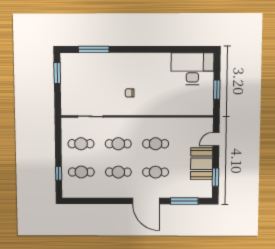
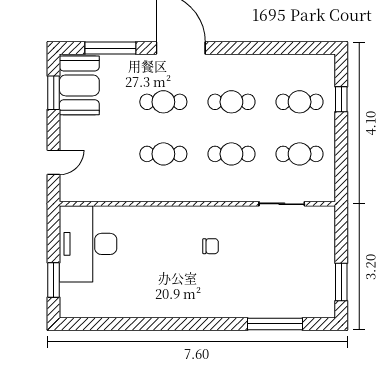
desk: (192, 69) -> (88, 244), moved, turned 90
window: (217, 90) -> (54, 280), moved
booth: (202, 164) -> (79, 85), moved

